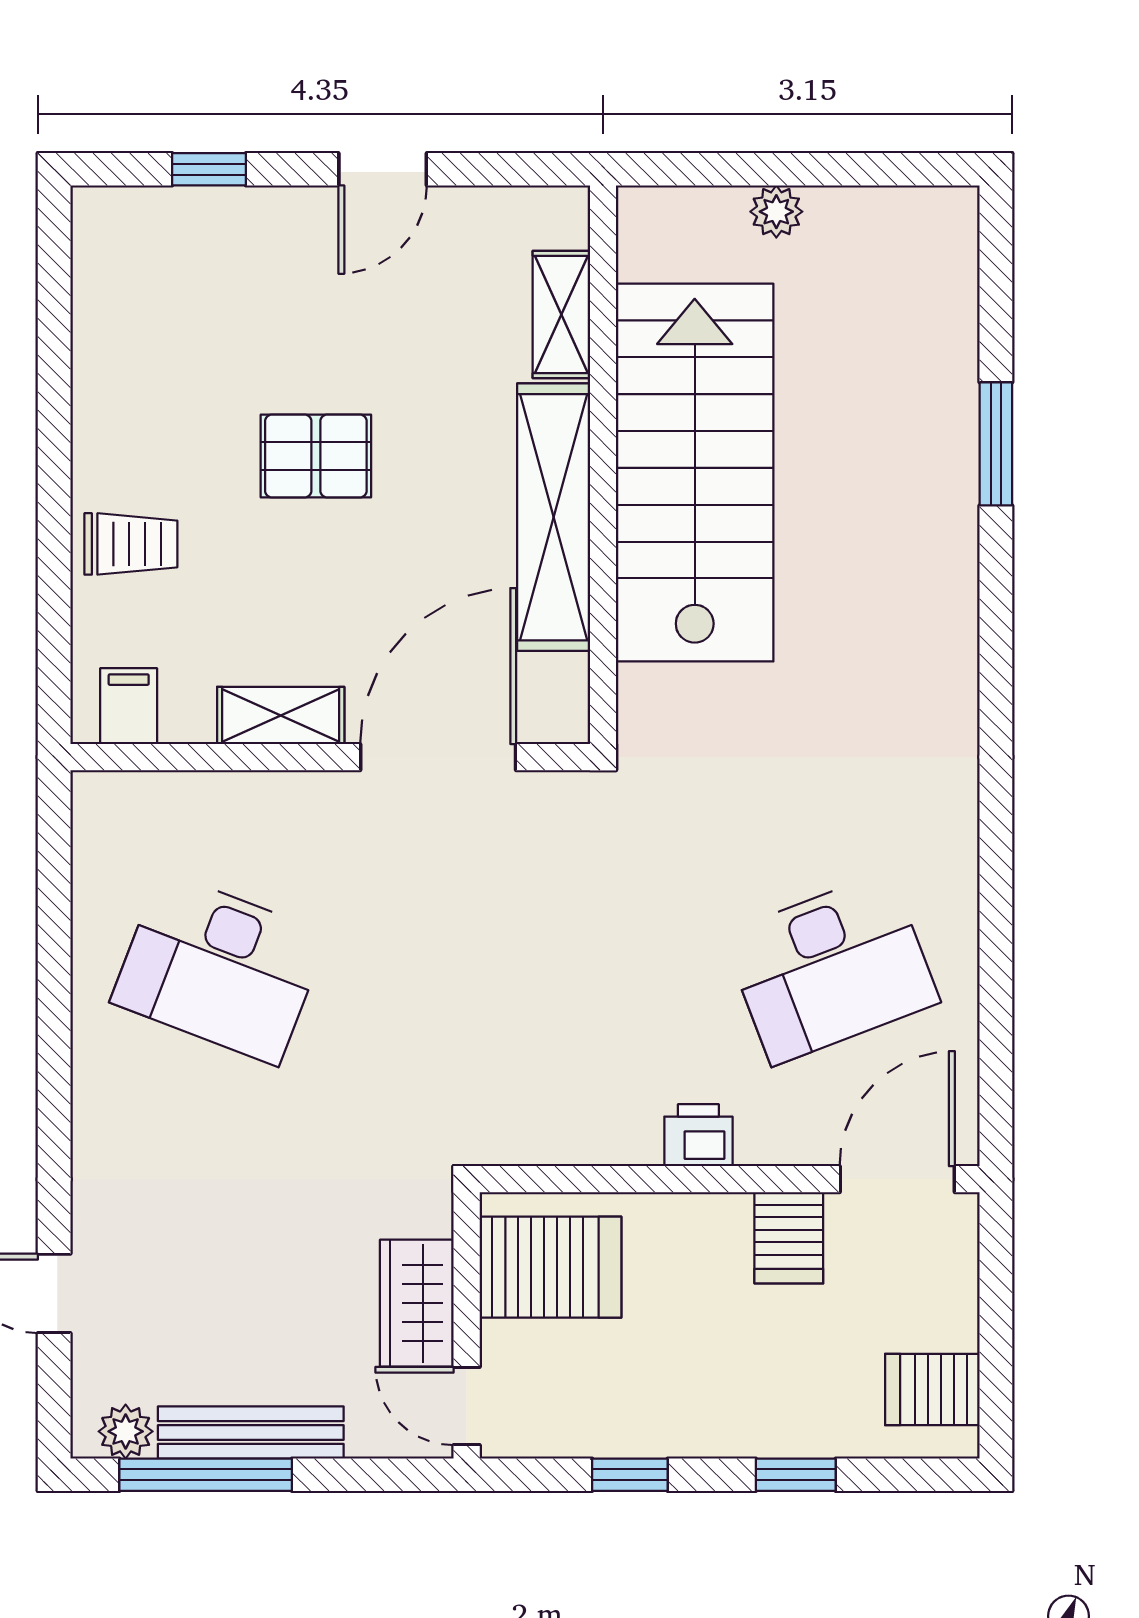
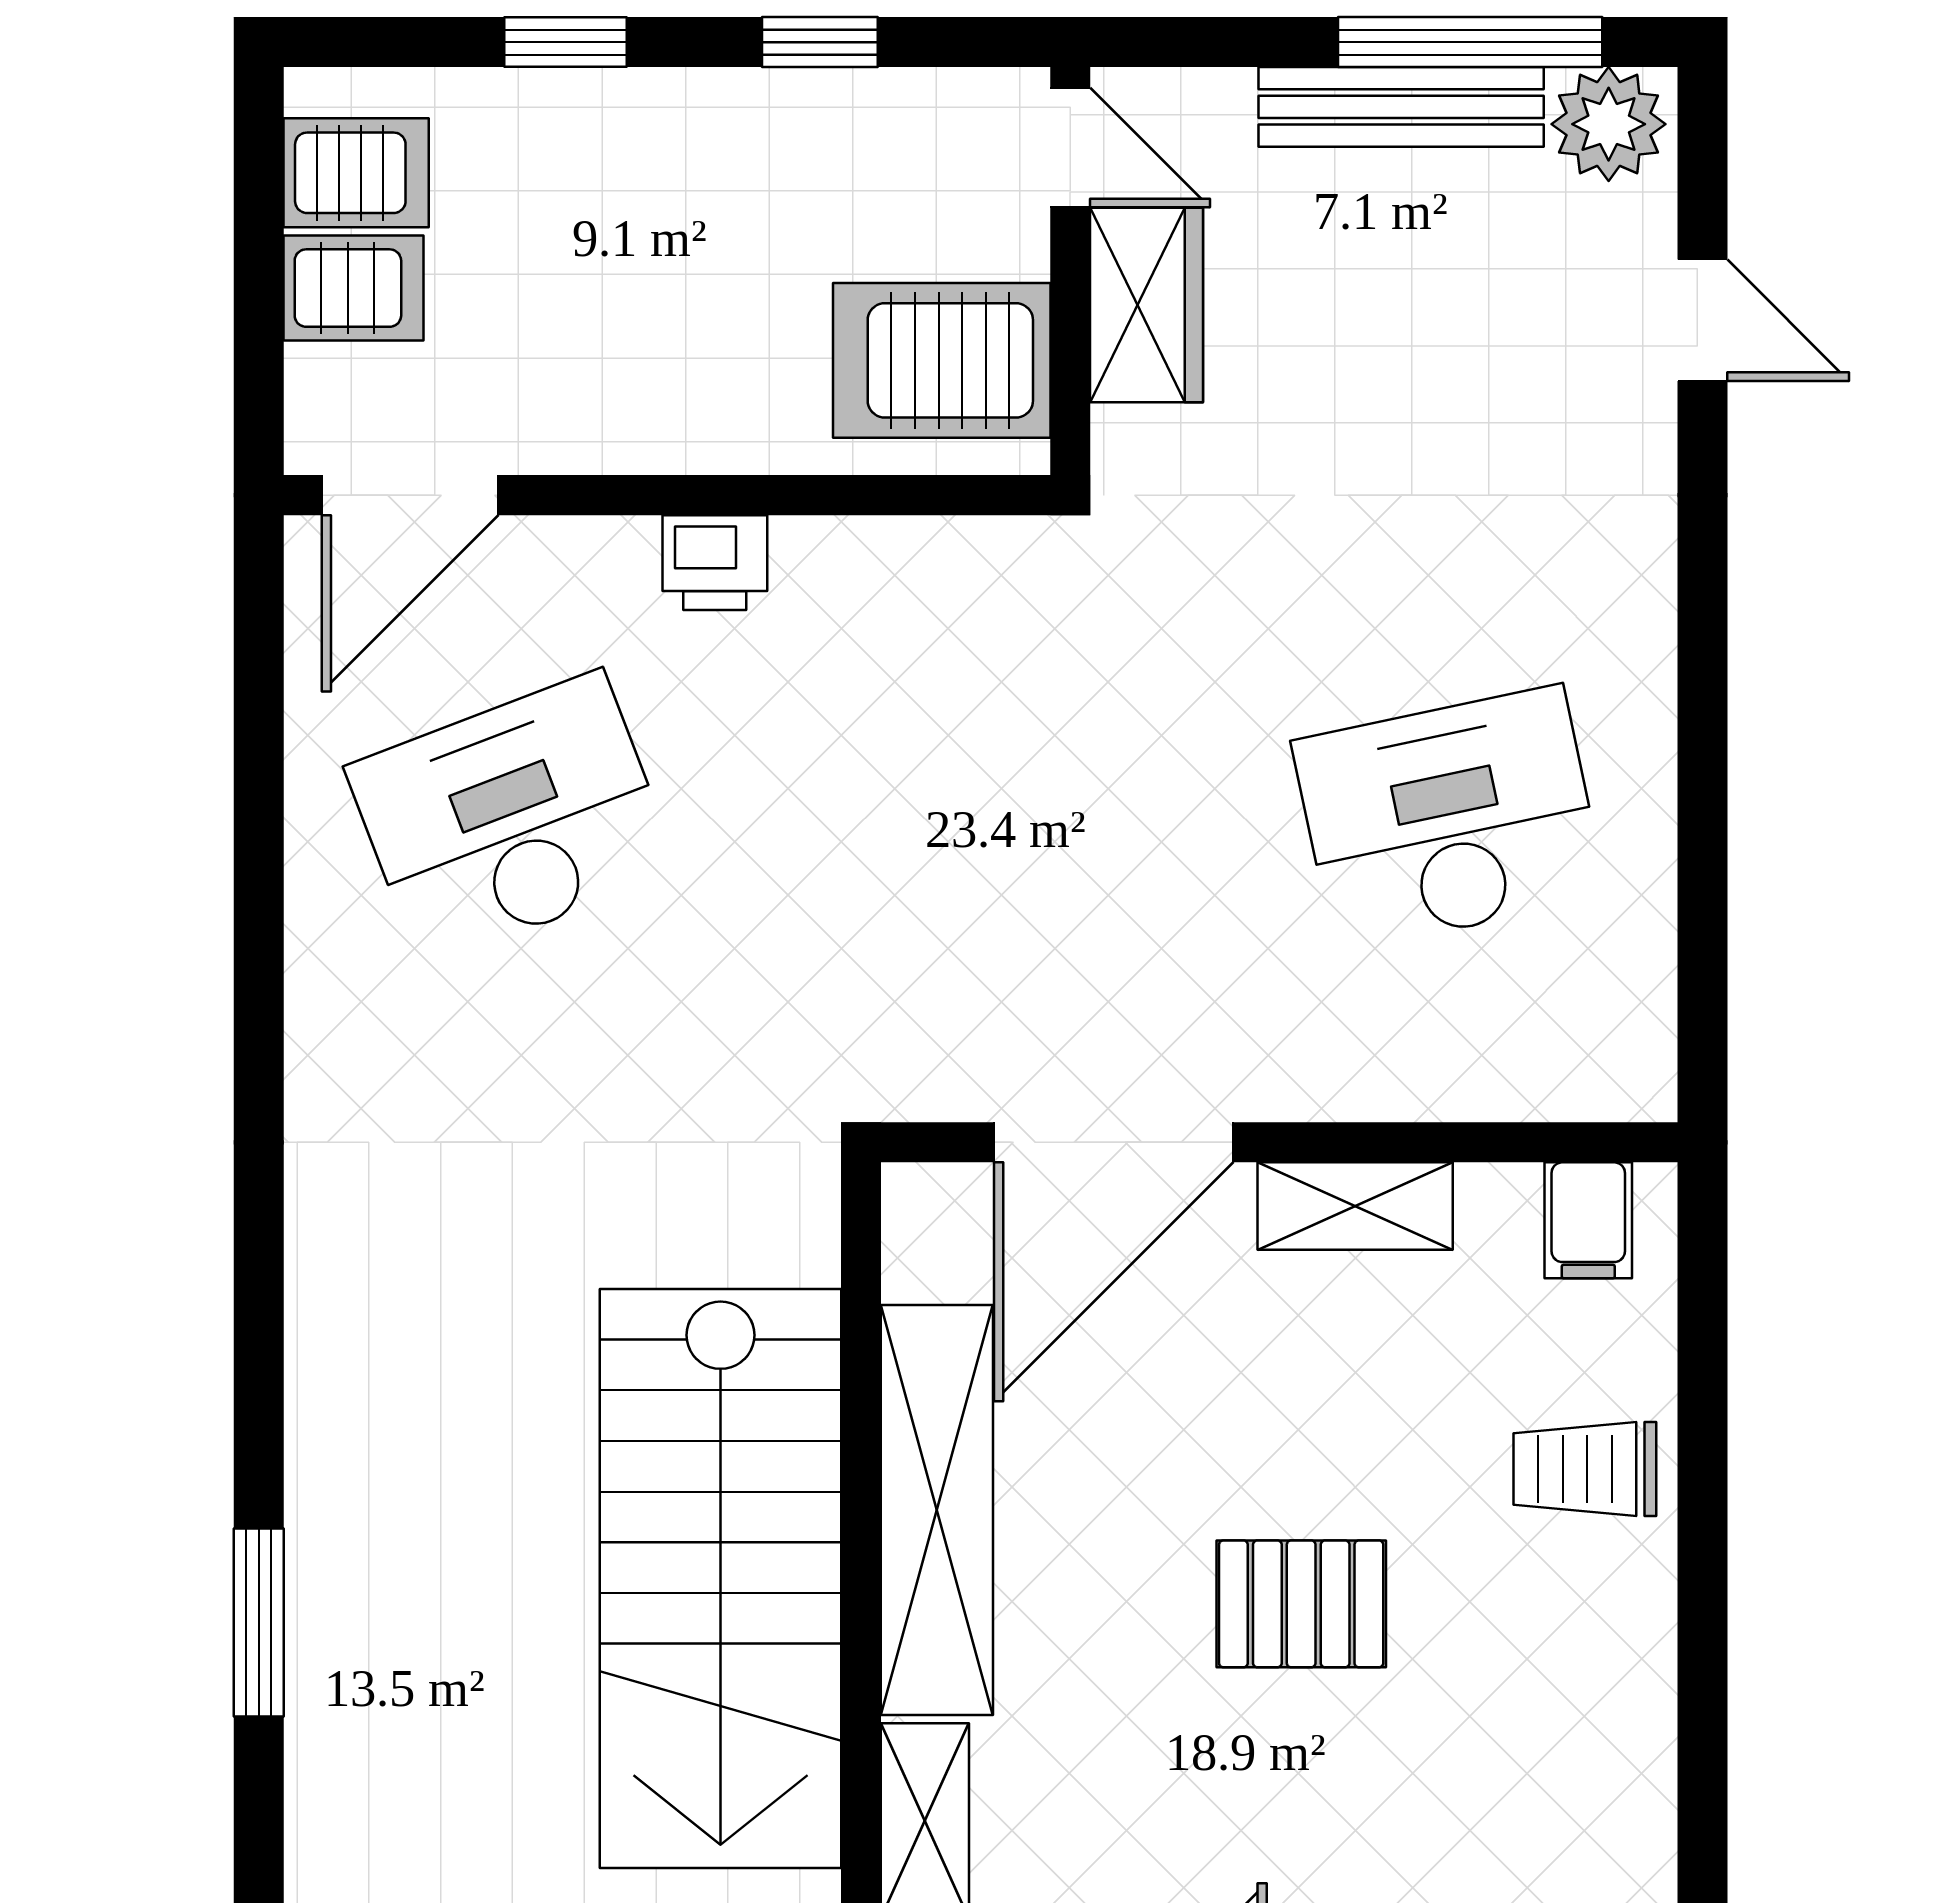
desk: (219, 968) -> (1449, 819), turned -33
server rack: (789, 1238) -> (353, 288), moved, turned 90
plant: (126, 1431) -> (1609, 124), width x1.38, depth x1.38

